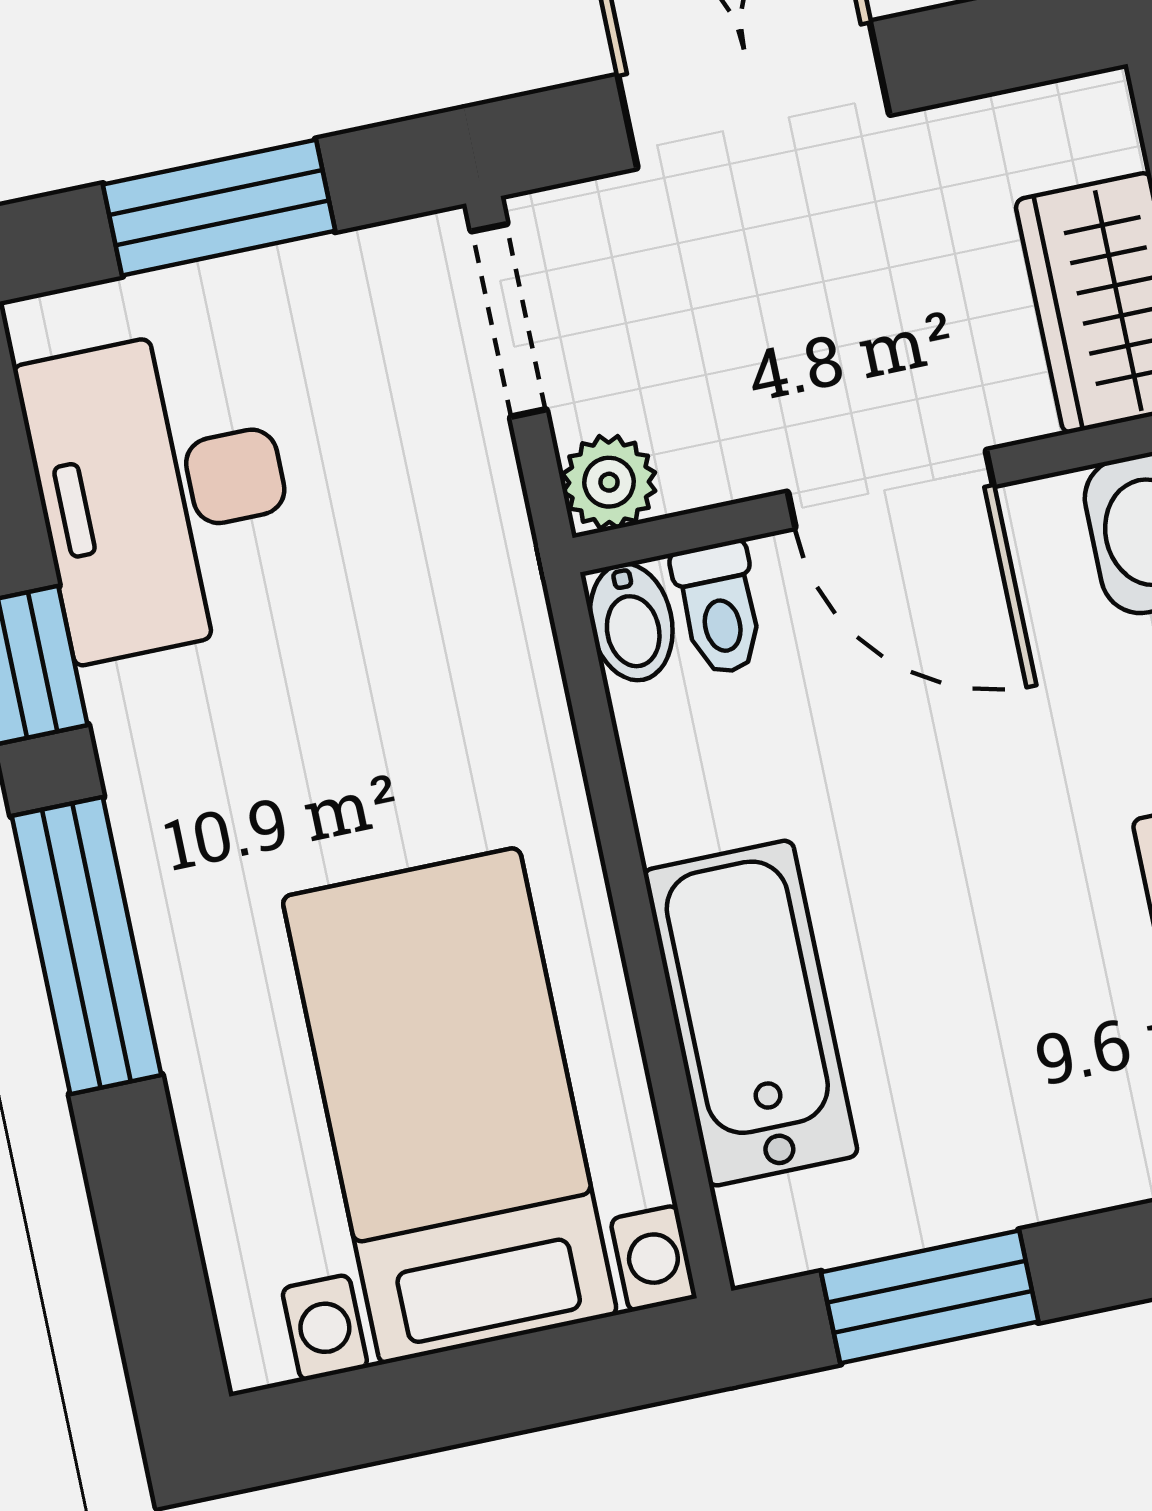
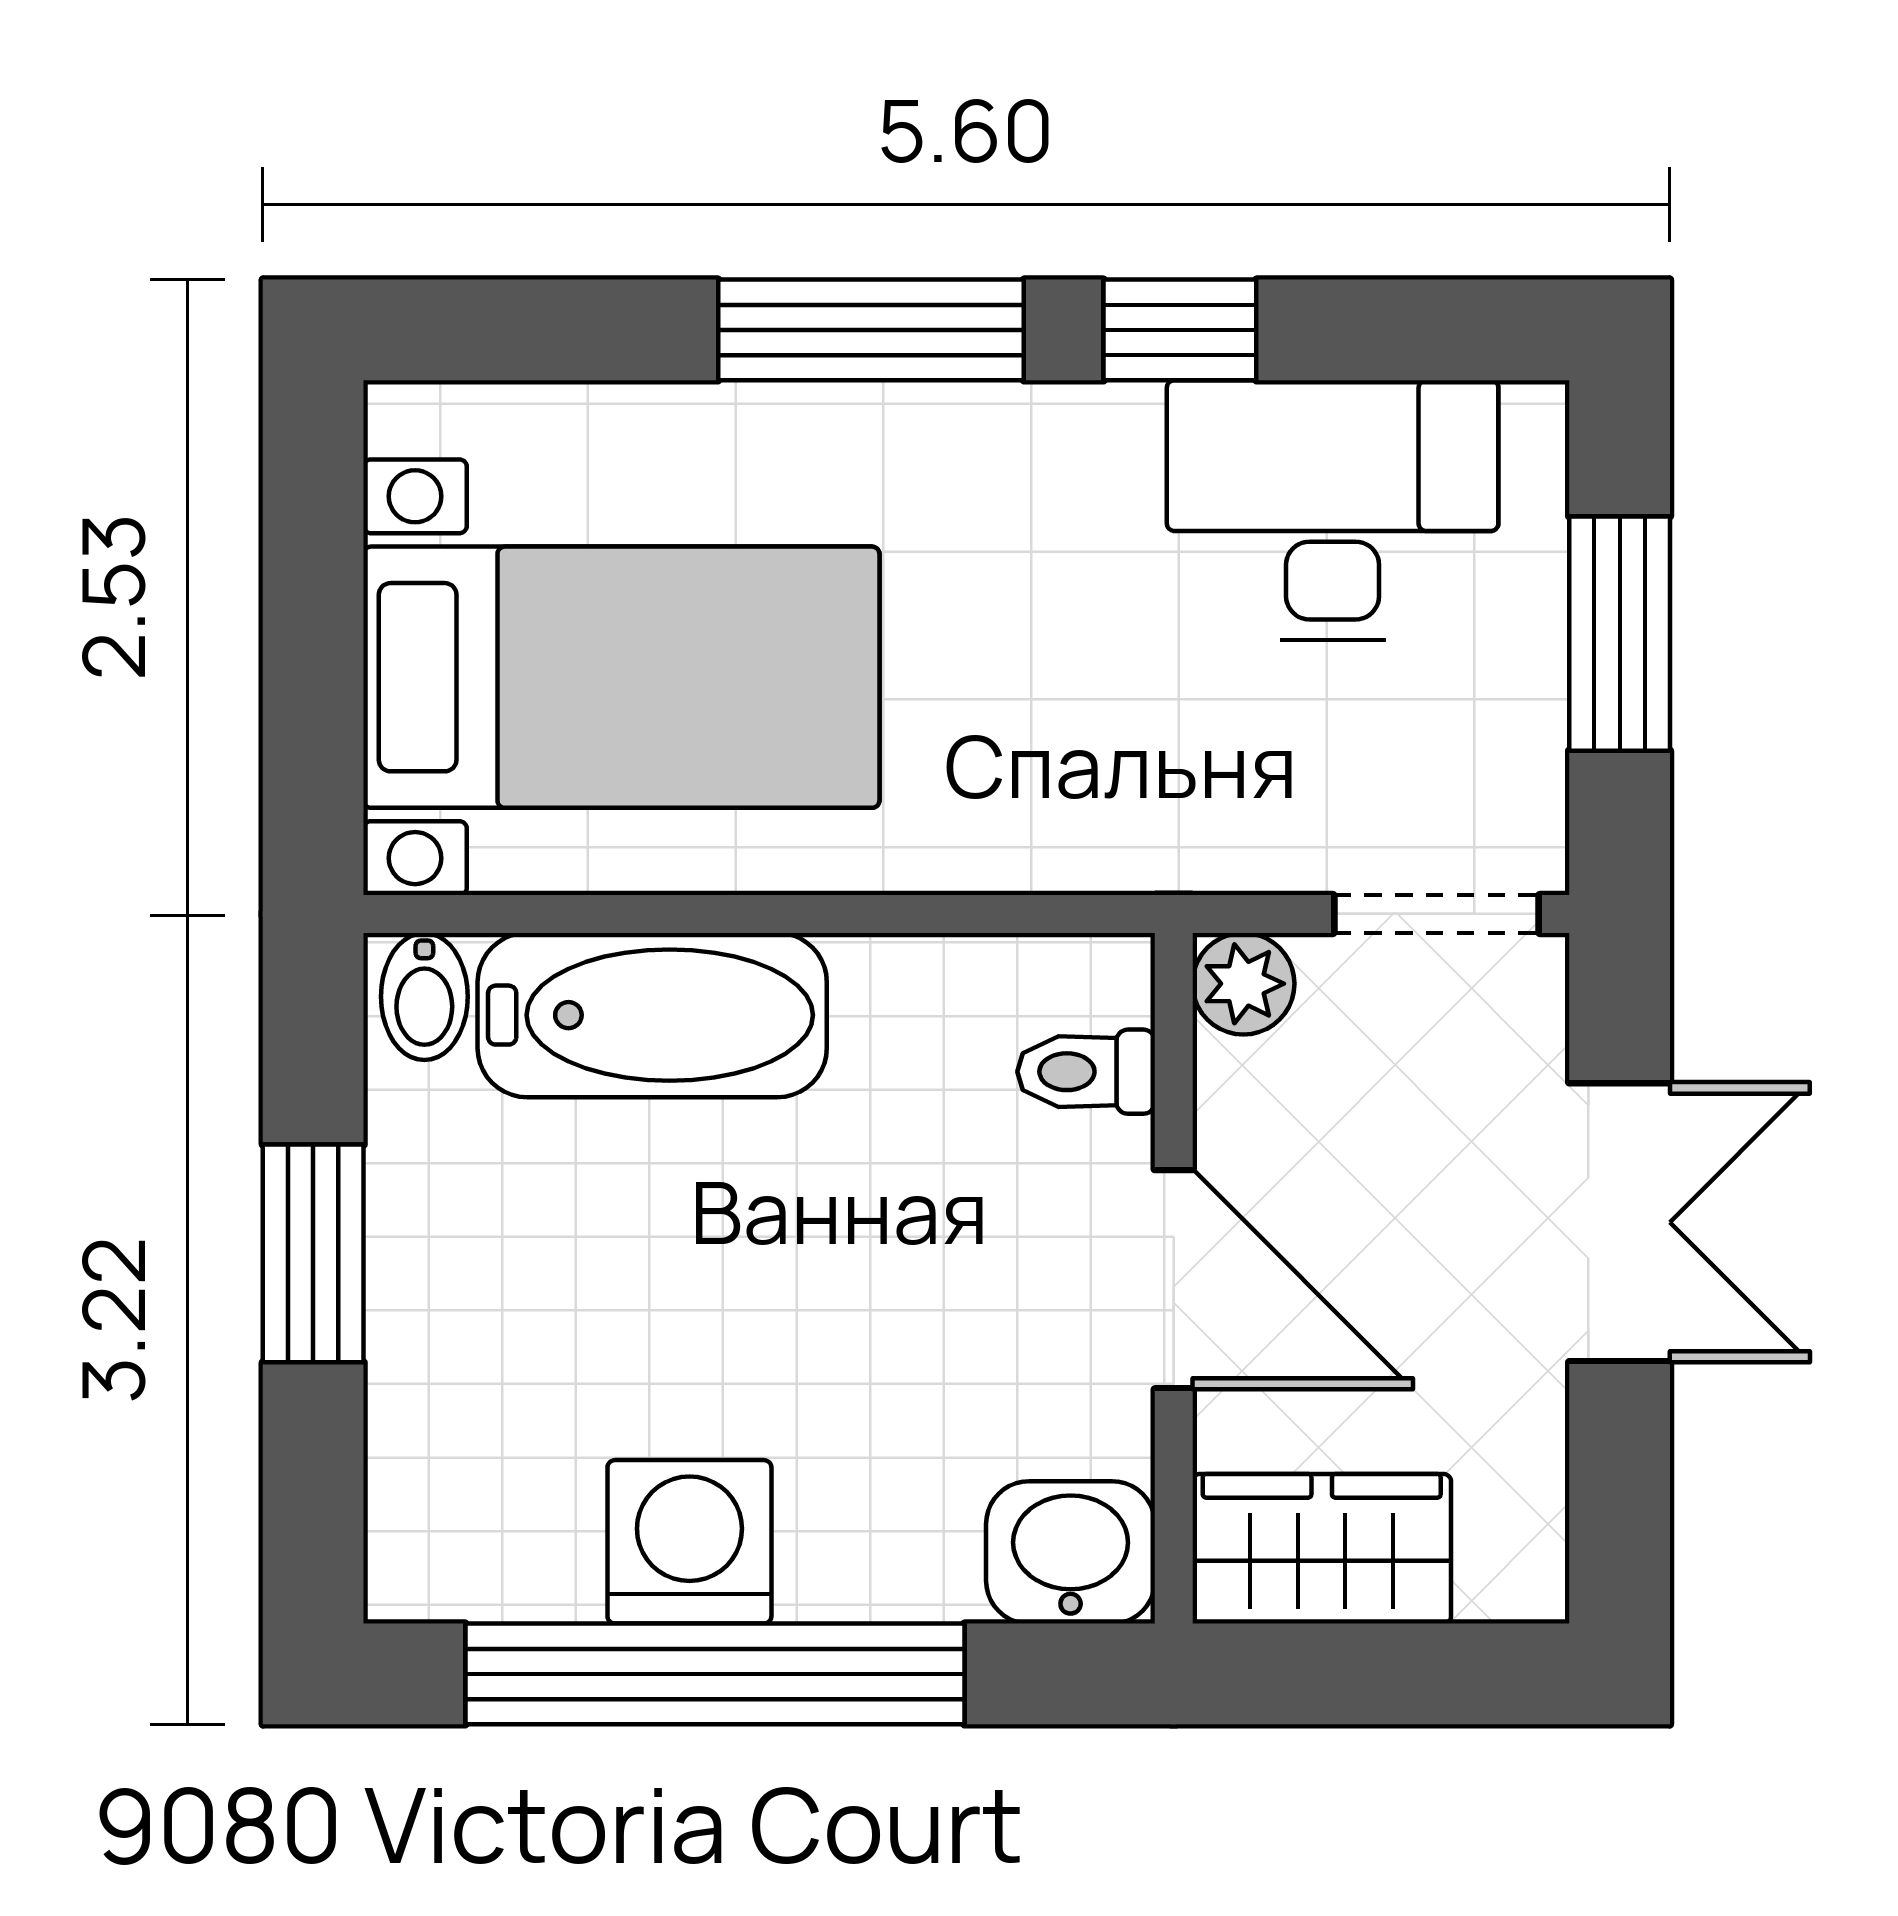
door: (891, 489) -> (1174, 1279), swing flipped
bidet: (631, 622) -> (424, 997), moved, turned -90
window: (930, 1297) -> (313, 1253), moved

